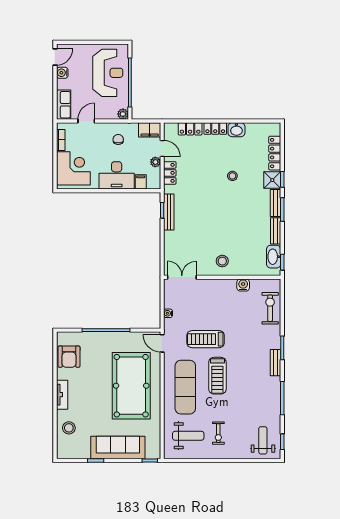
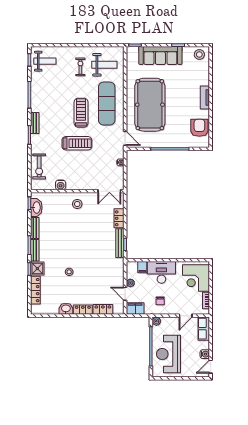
locker: (170, 173) -> (119, 218), moved
treadmill: (206, 339) -> (77, 143), moved
stool: (69, 428) -> (199, 54), moved
weight bench: (188, 436) -> (104, 65), turned 180
weight bench: (263, 440) -> (45, 61), turned -90

